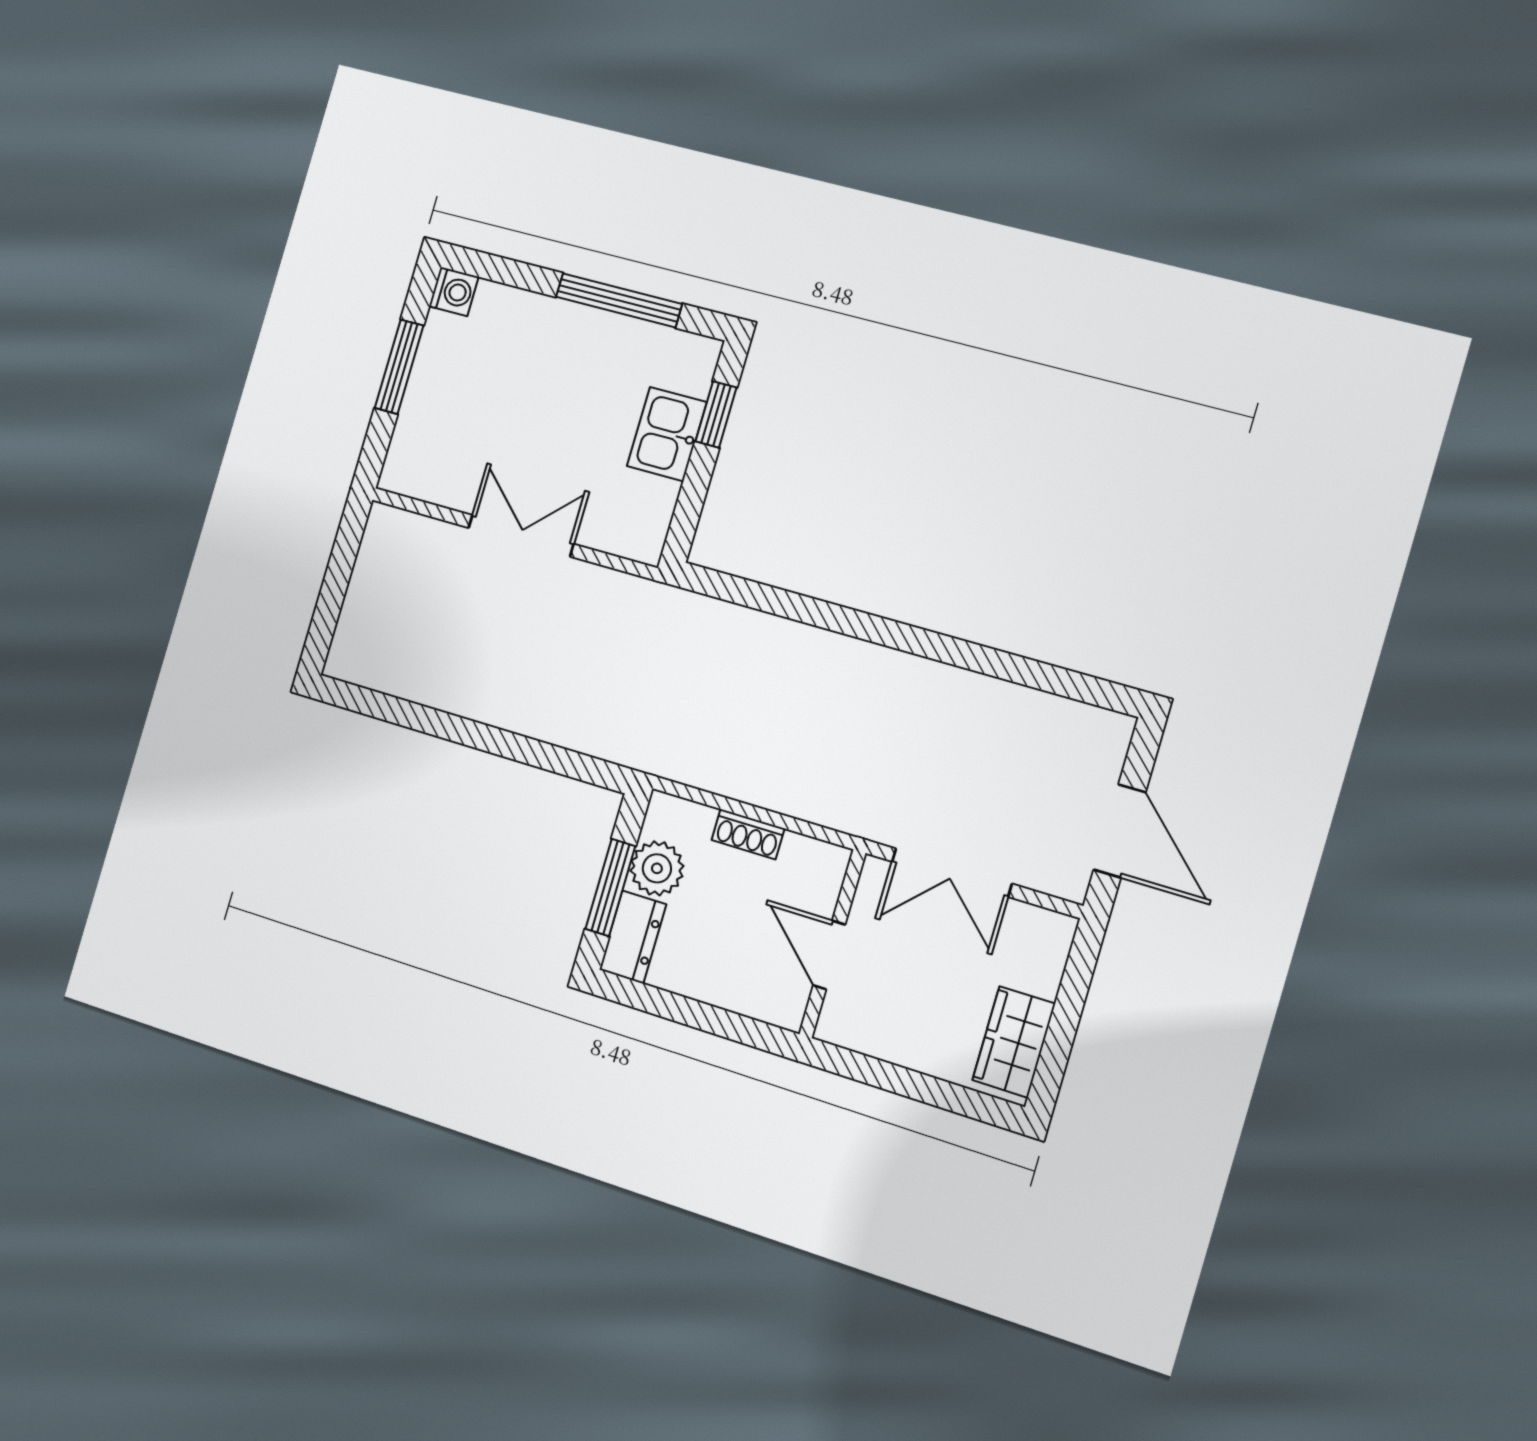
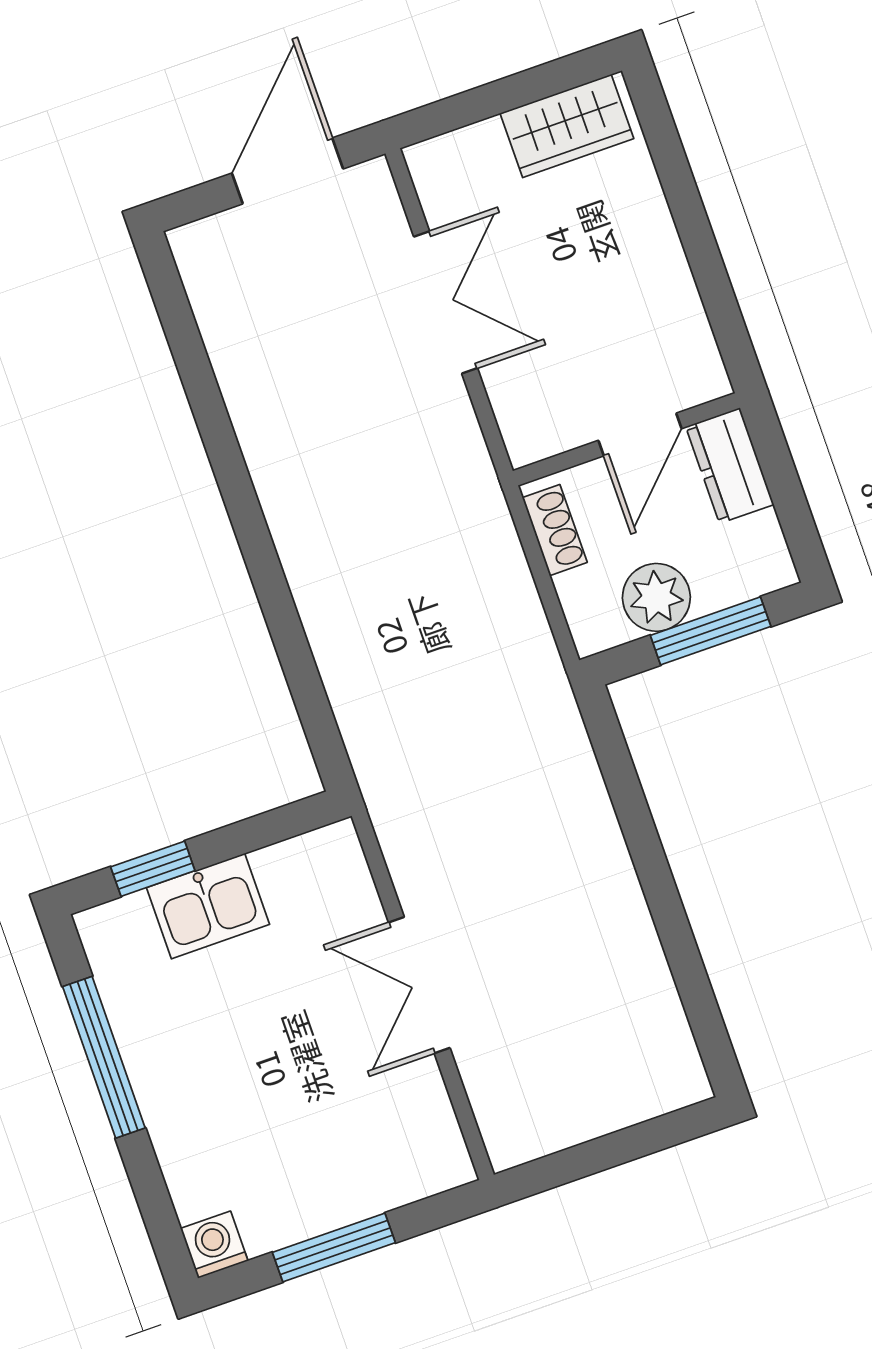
dresser: (633, 937) -> (730, 466), moved, turned -90
wall: (832, 944) -> (626, 439), moved
door: (829, 955) -> (640, 435), moved

